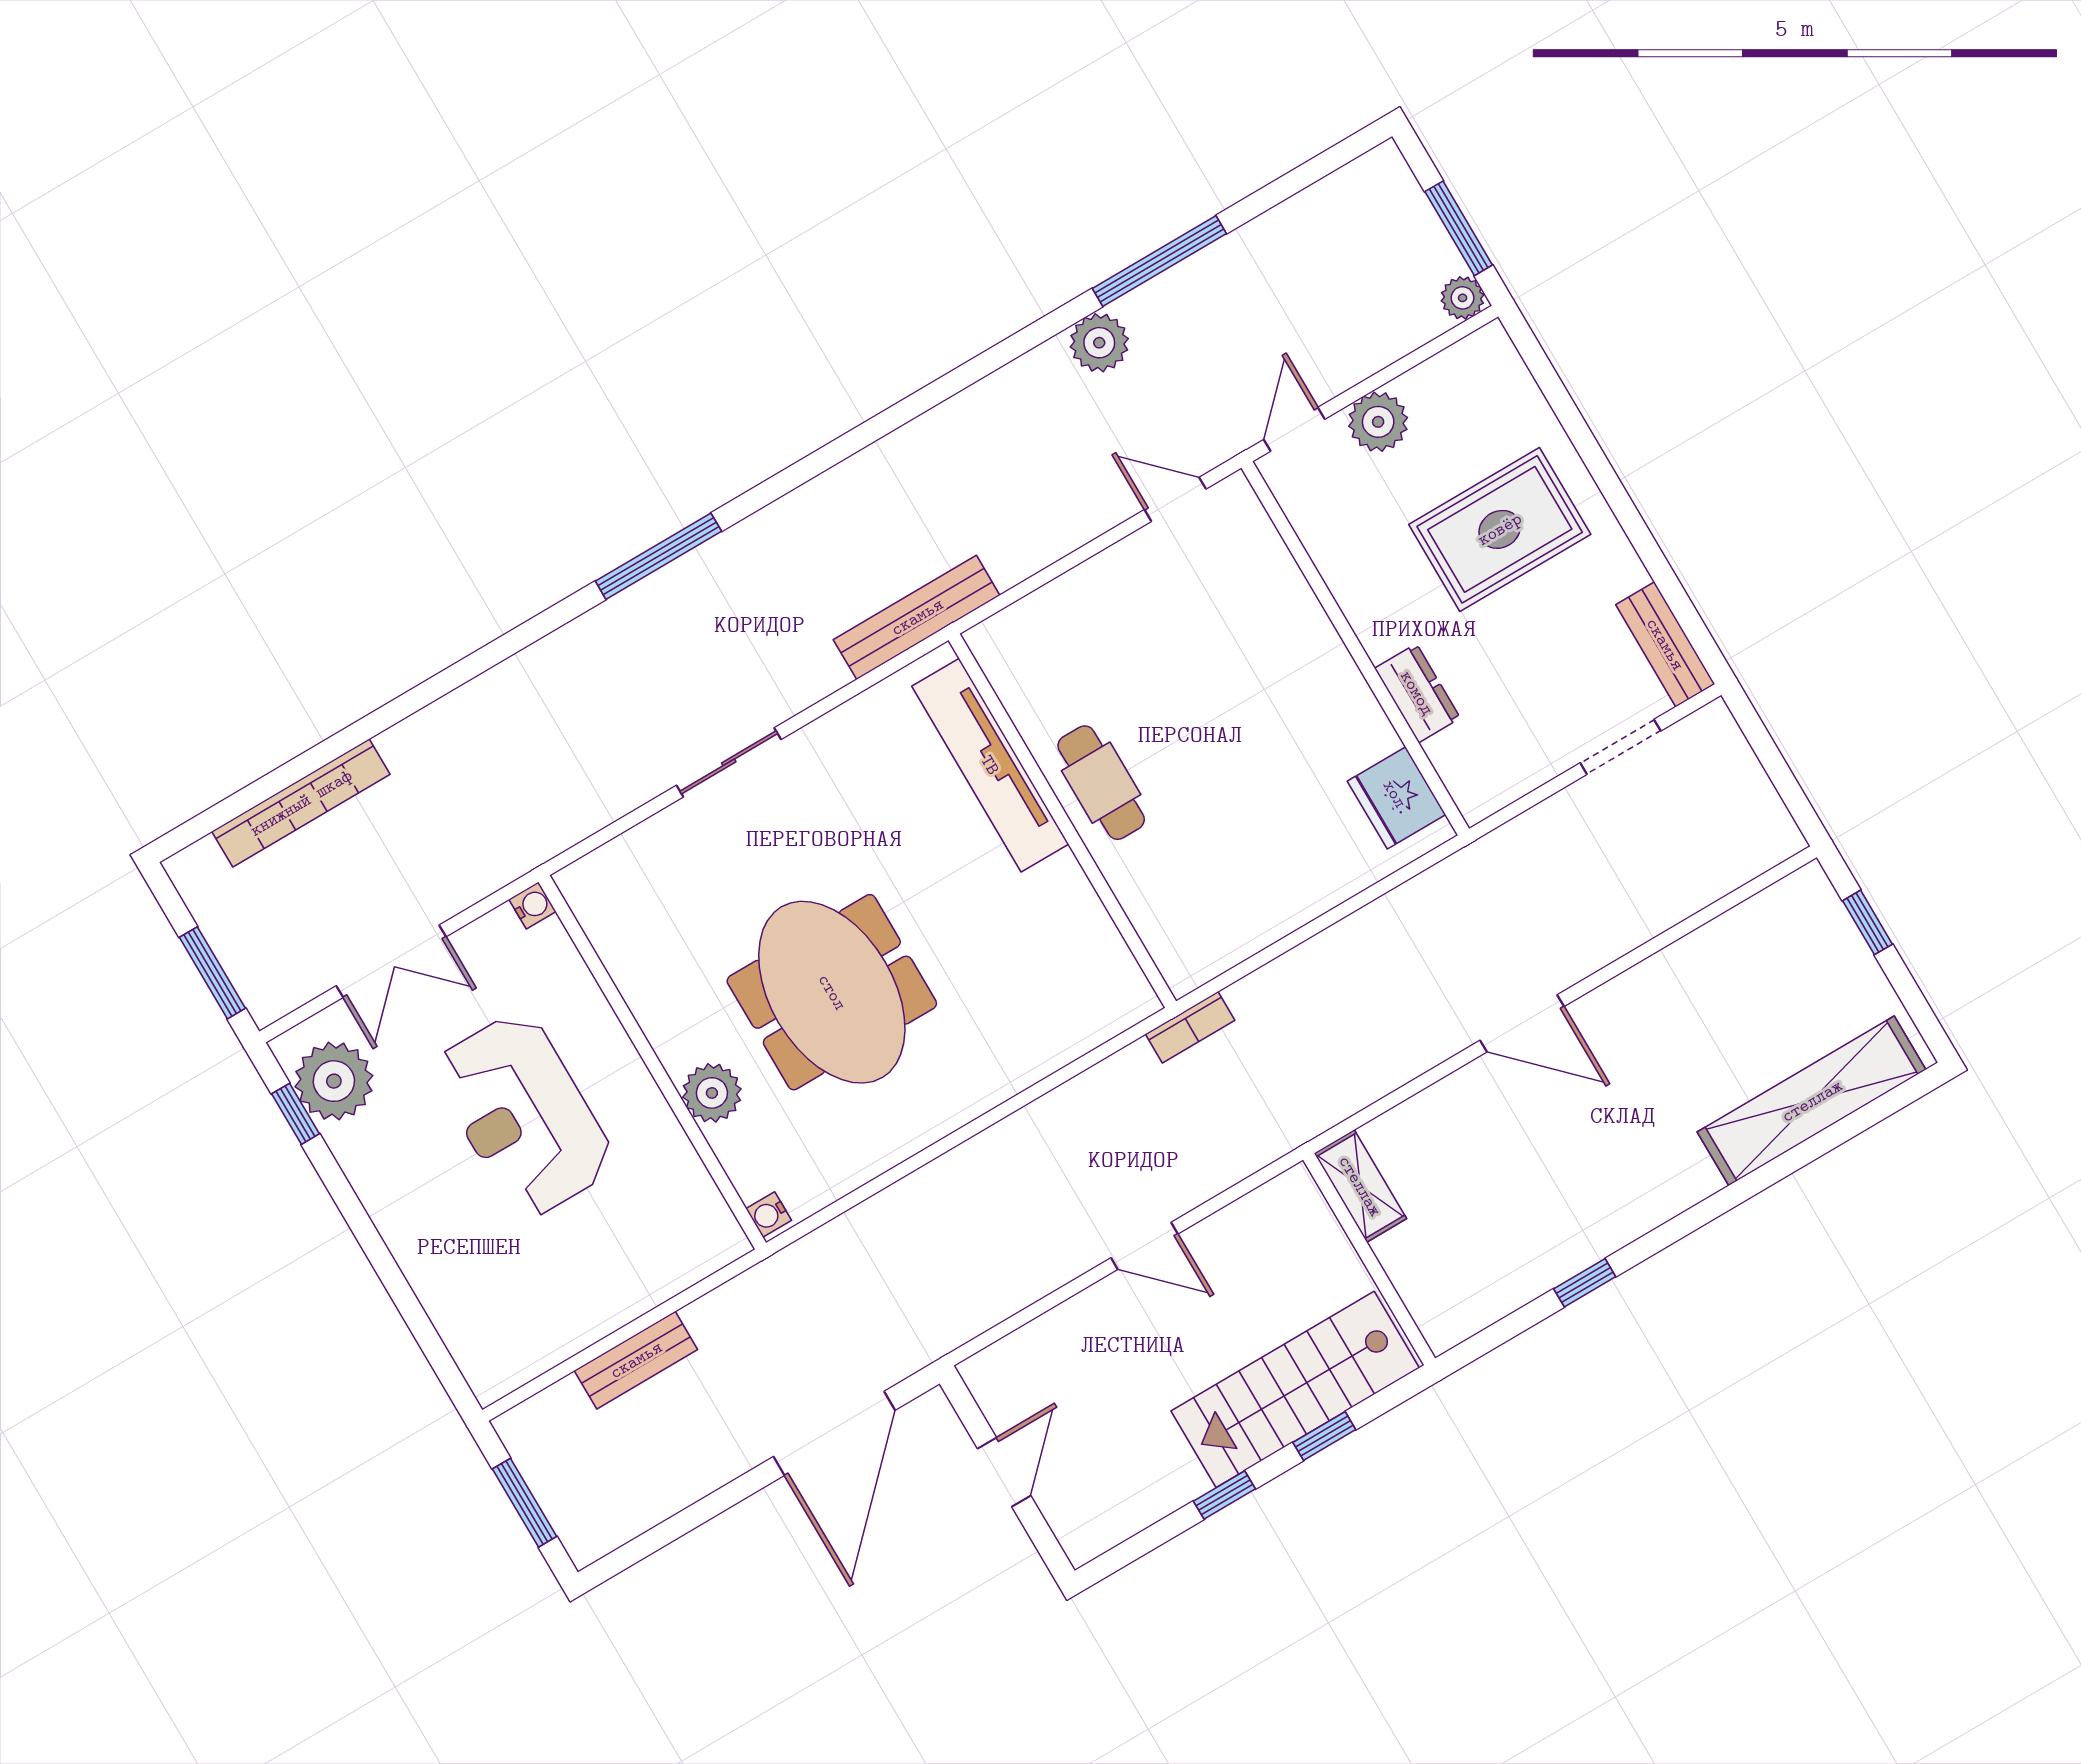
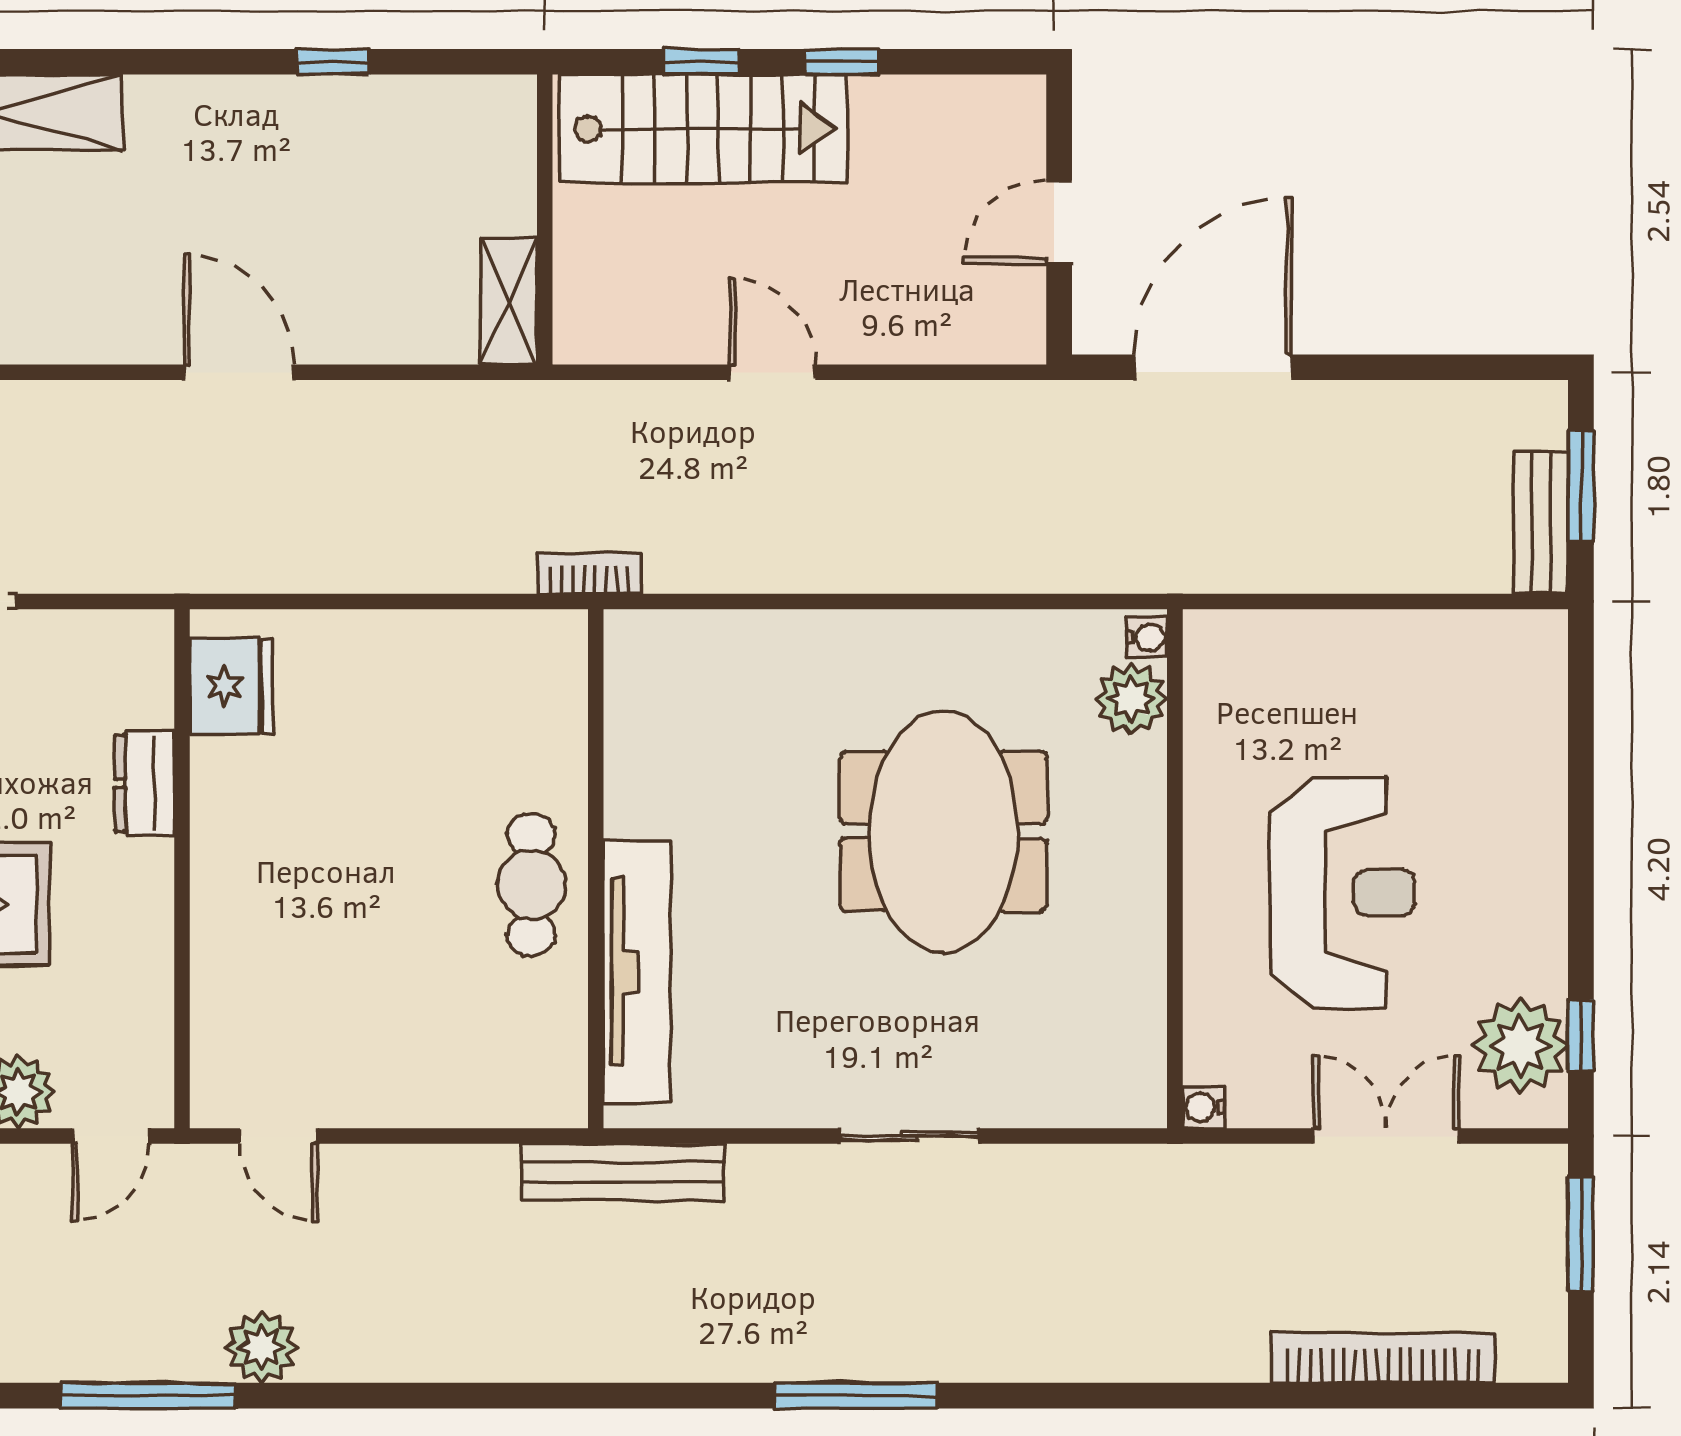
plant: (712, 1093) -> (1131, 699), moved
bench: (636, 1360) -> (1541, 523), moved, turned 90

